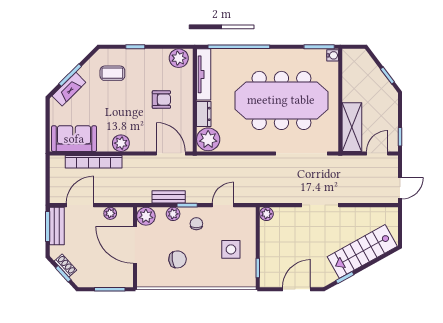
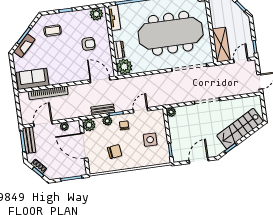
tv unit: (204, 74) -> (114, 18), width x0.71
plant: (121, 143) -> (65, 78), removed

